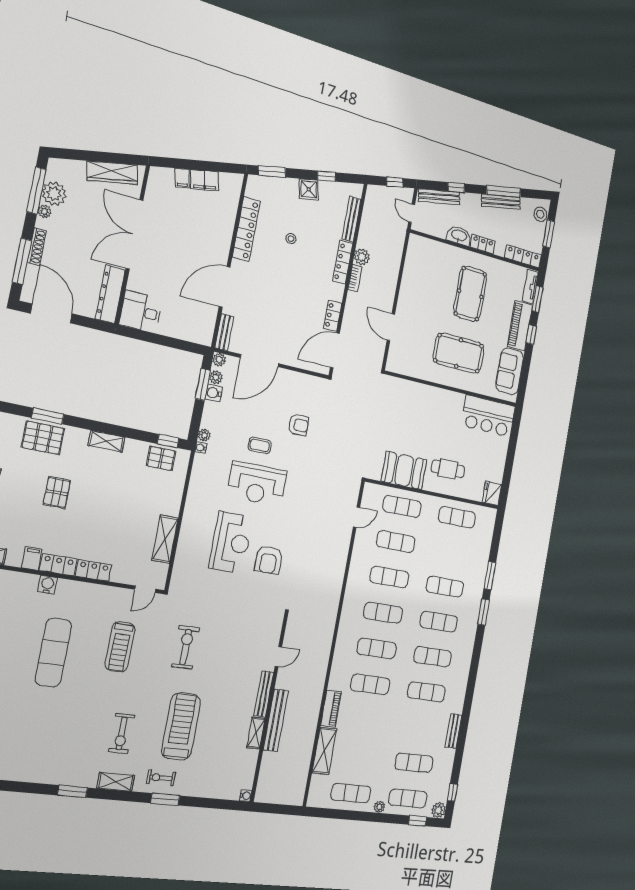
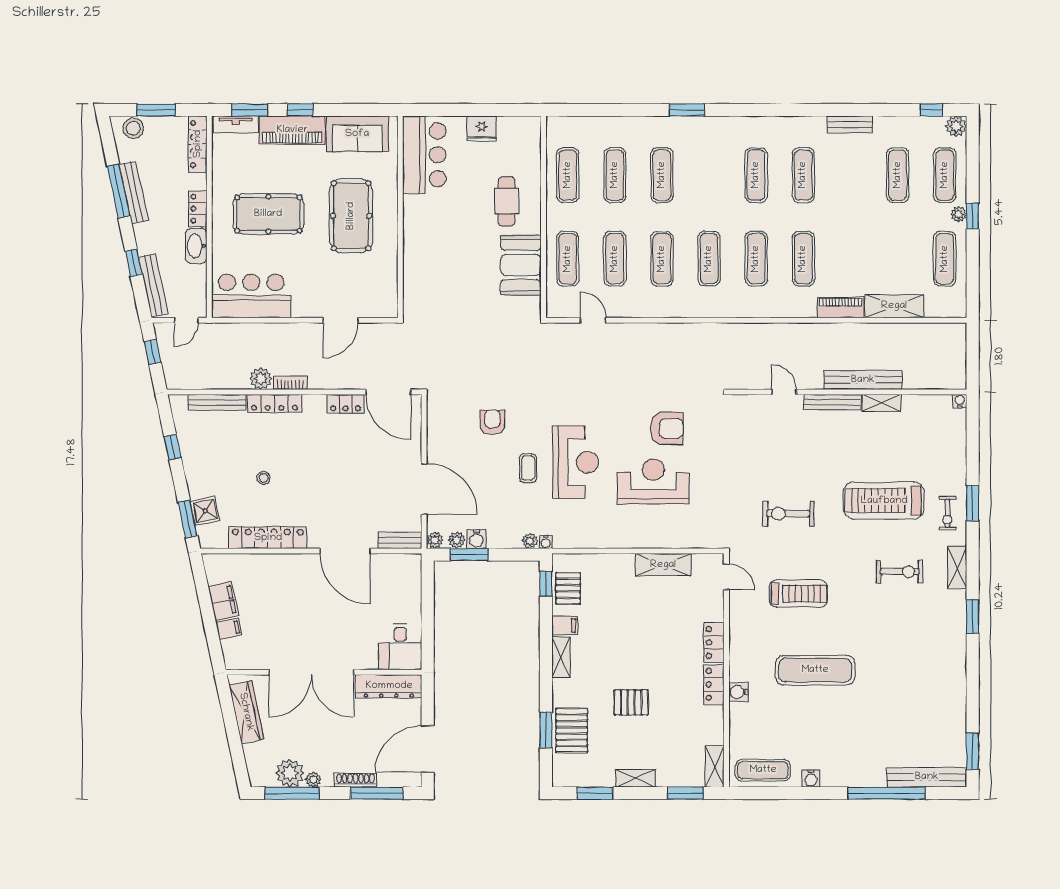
shower: (309, 189) -> (205, 511), moved
bar counter: (419, 266) -> (251, 296), added
fridge: (492, 493) -> (482, 128), moved
filing cabinet: (32, 558) -> (565, 625), moved, turned 180
window: (490, 576) -> (637, 110), removed
exercise mat: (439, 622) -> (615, 175), moved
window: (418, 821) -> (973, 216), moved

